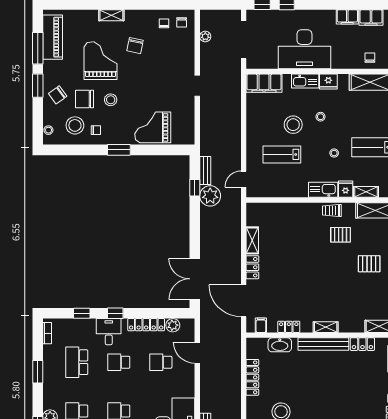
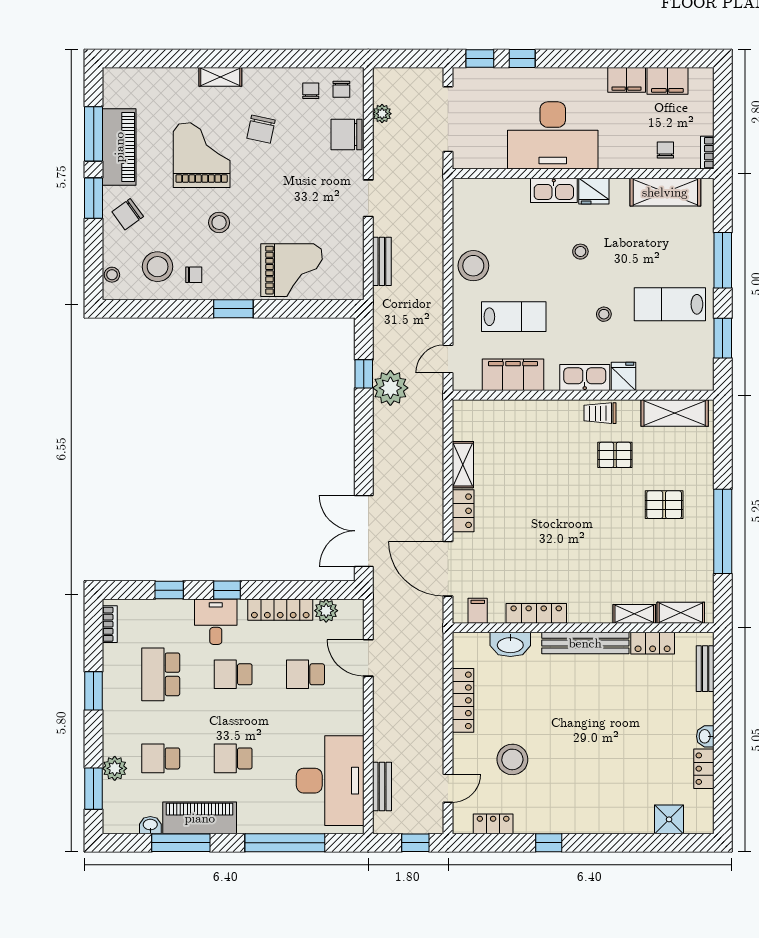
piano: (53, 37) -> (119, 147), moved
filing cabinet: (264, 83) -> (513, 375), moved, turned 180
chair: (85, 99) -> (347, 135), moved
stool: (293, 125) -> (473, 266), moved
grand piano: (153, 127) -> (292, 270), turned 180
lab bench: (282, 154) -> (514, 317), turned 180
bench: (205, 171) -> (382, 261), moved
shelving: (366, 192) -> (659, 381), removed
locker: (289, 327) -> (536, 613), width x1.53
shelving: (326, 327) -> (634, 614), moved

